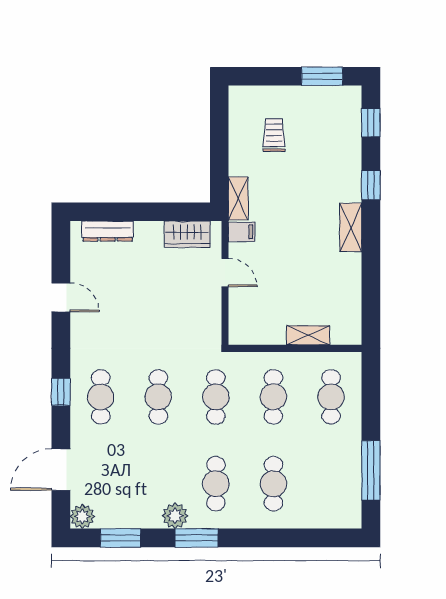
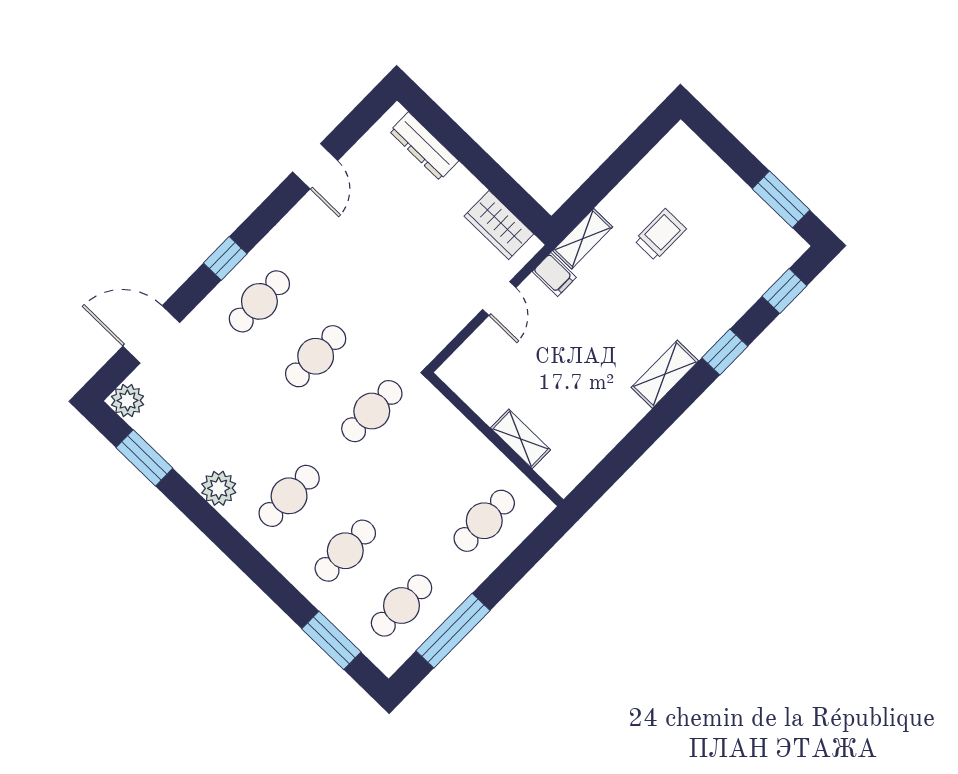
trolley: (274, 135) -> (660, 235), moved
cafe table: (273, 397) -> (402, 606), moved
window: (197, 538) -> (331, 640), moved

